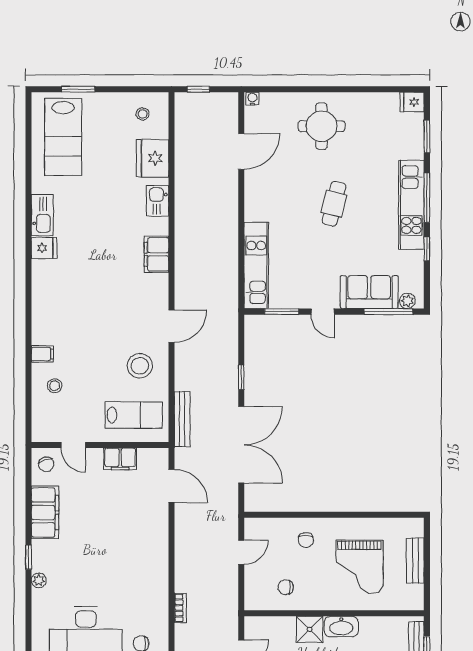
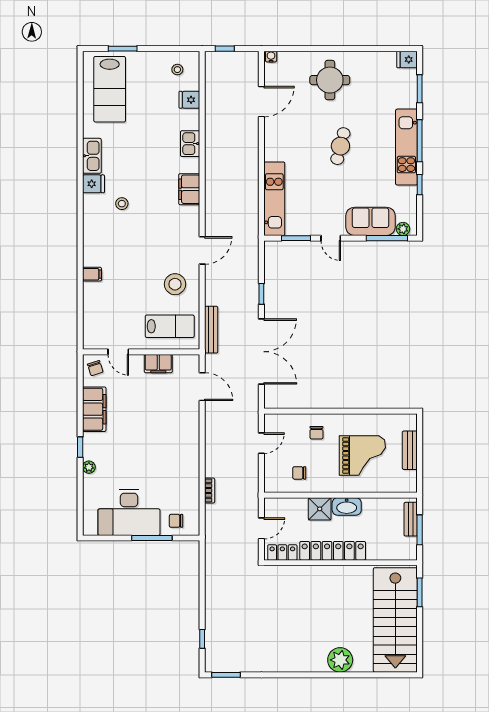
fridge: (153, 158) -> (189, 100), width x0.53, depth x0.75
stool: (55, 386) -> (122, 204), moved
grand piano: (360, 567) -> (362, 455), turned -90

